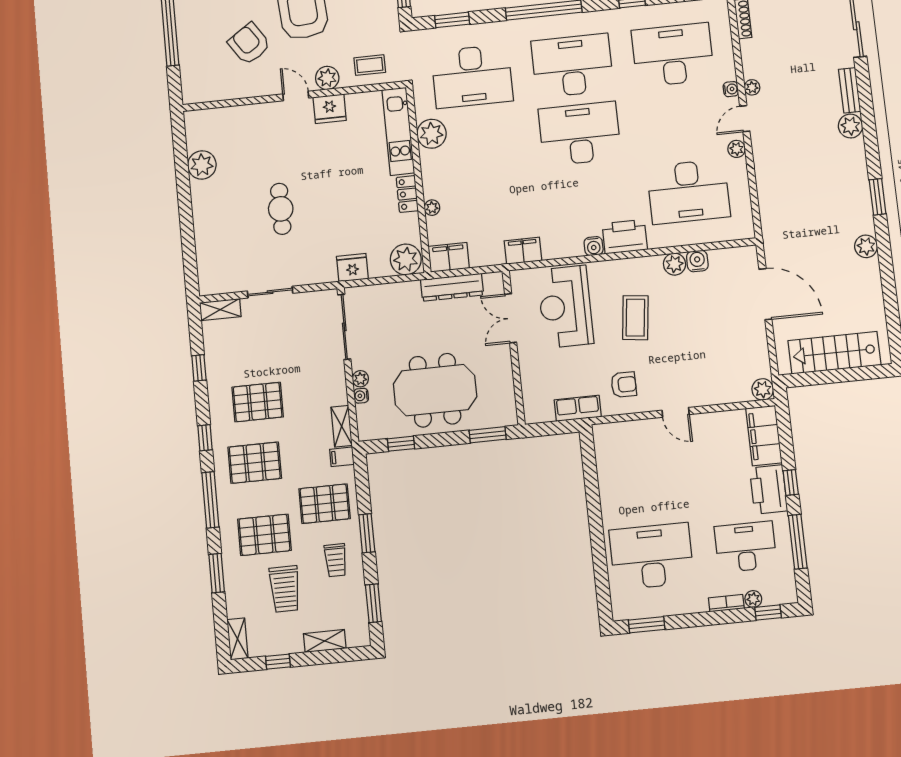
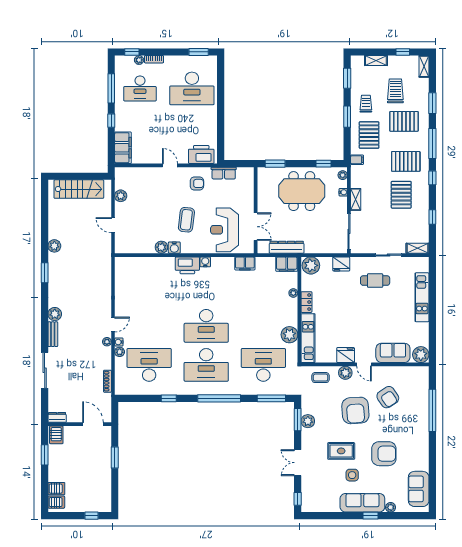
window: (452, 20) -> (271, 398), width x1.44
desk: (673, 55) -> (149, 365), turned 180
sofa: (247, 121) -> (393, 353), added
plant: (737, 149) -> (120, 352), moved
plant: (202, 165) -> (421, 355), moved
desk: (688, 192) -> (149, 287), removed
cafe table: (281, 209) -> (375, 281), moved, turned 90
kitchen unit: (205, 224) -> (422, 297), added
water cooler: (697, 261) -> (174, 248), moved
door: (765, 294) -> (113, 225), width x0.53
reception desk: (565, 307) -> (225, 230), turned 180
plant: (360, 379) -> (343, 175), moved
armchair: (624, 385) -> (197, 183), turned 180
plant: (763, 389) -> (121, 196), moved
pallet: (258, 402) -> (401, 195), turned 90
shelving: (342, 426) -> (356, 199), moved
printer: (769, 489) -> (201, 154), moved, turned -90
pallet: (325, 504) -> (369, 135), turned 90

